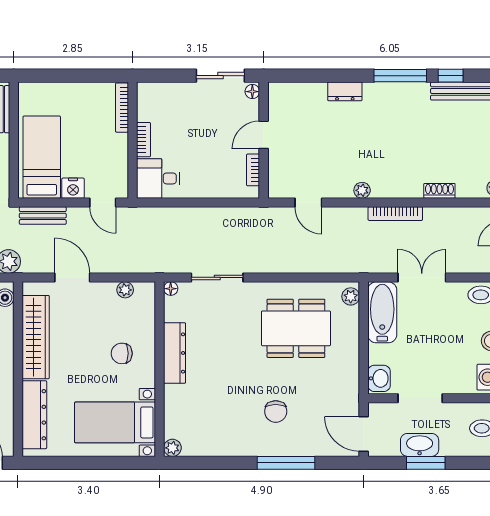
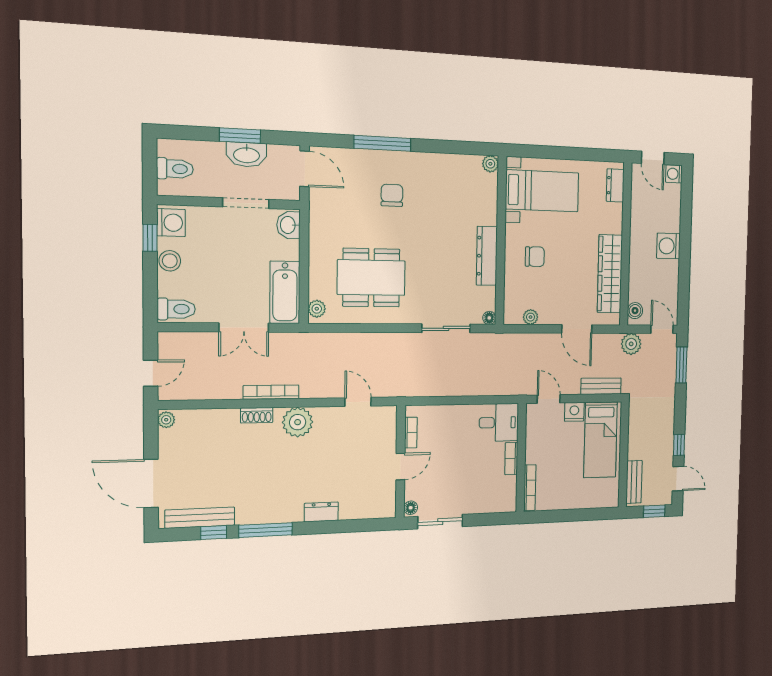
plant: (362, 190) -> (298, 422), width x1.88, depth x1.88
shoe rack: (439, 191) -> (257, 415), moved
dresser: (34, 415) -> (615, 185), width x0.51, depth x0.80

